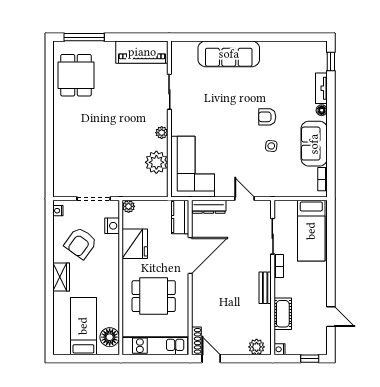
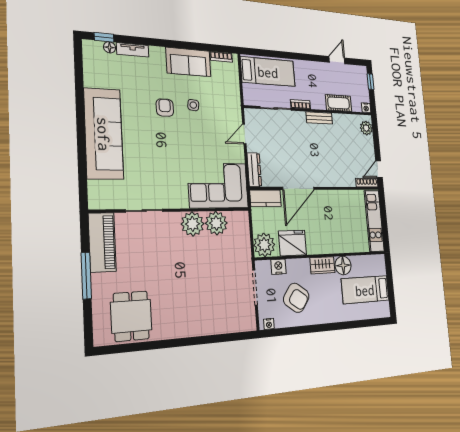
window: (84, 37) -> (86, 276), moved
sofa: (229, 54) -> (104, 134), width x1.36, depth x1.27
dining table: (76, 75) -> (131, 316), turned 90
floor lamp: (322, 110) -> (110, 47), moved
armchair: (267, 117) -> (165, 108), turned 180
plant: (162, 133) -> (193, 224), width x1.87, depth x1.87
plant: (129, 206) -> (264, 245), width x1.87, depth x1.87
door: (190, 255) -> (298, 188), swing flipped
wardrobe: (61, 277) -> (322, 265), moved, turned 180
dining table: (154, 296) -> (335, 223), removed
floor lamp: (110, 337) -> (343, 265), moved

